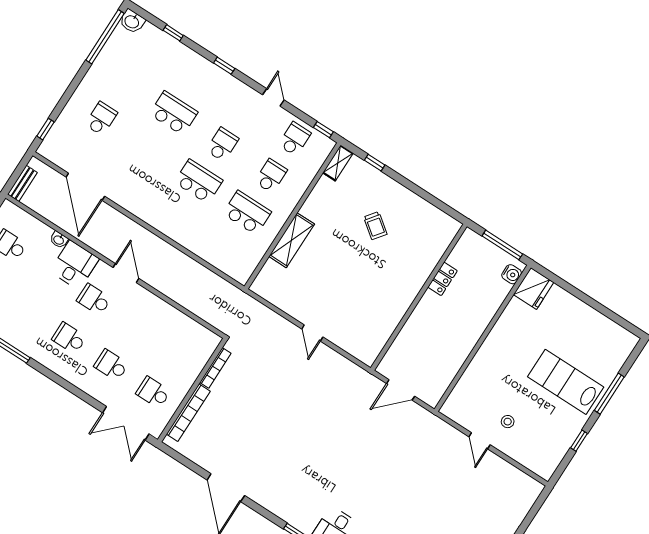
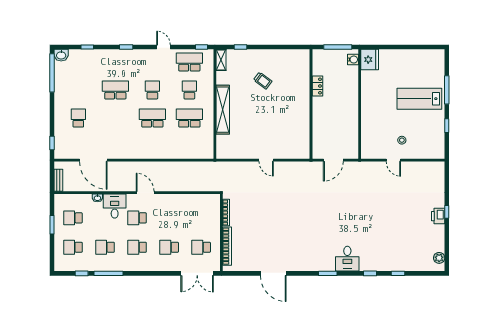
school desk: (295, 139) -> (189, 62), width x1.85
shelving: (292, 240) -> (223, 110), width x1.47
school desk: (27, 311) -> (105, 247), added

